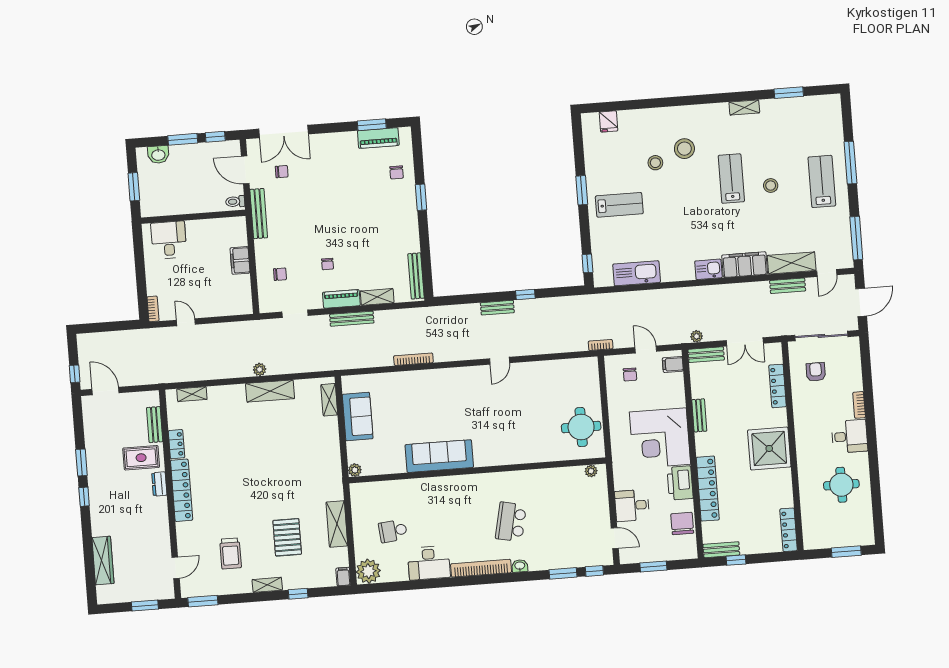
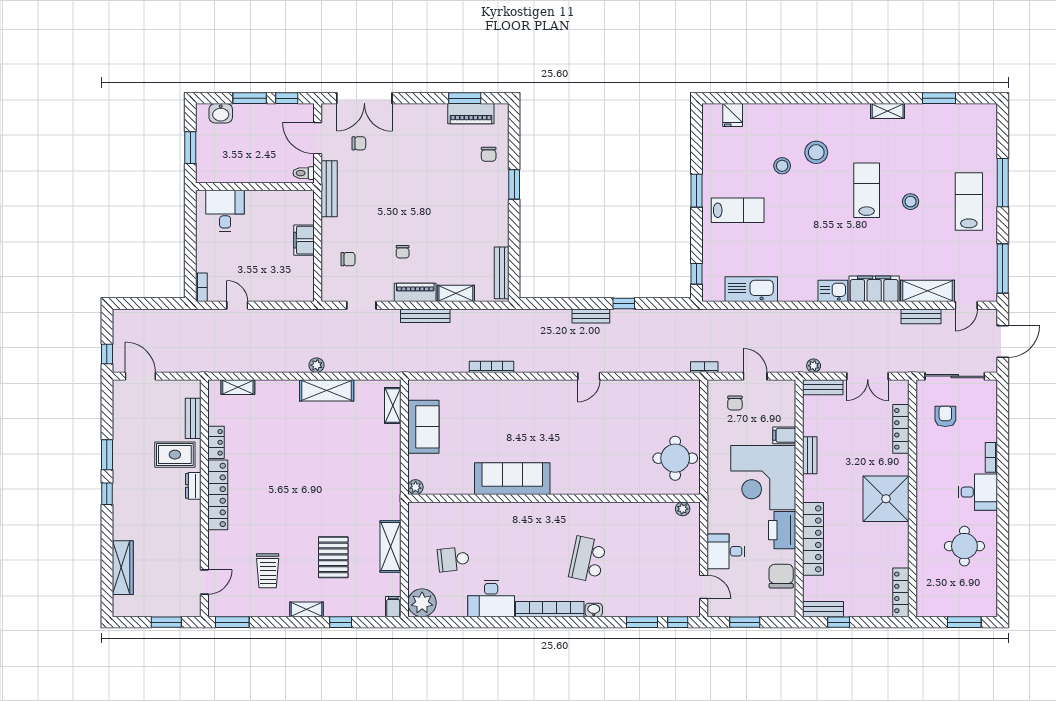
filing cabinet: (673, 364) -> (784, 435), moved

